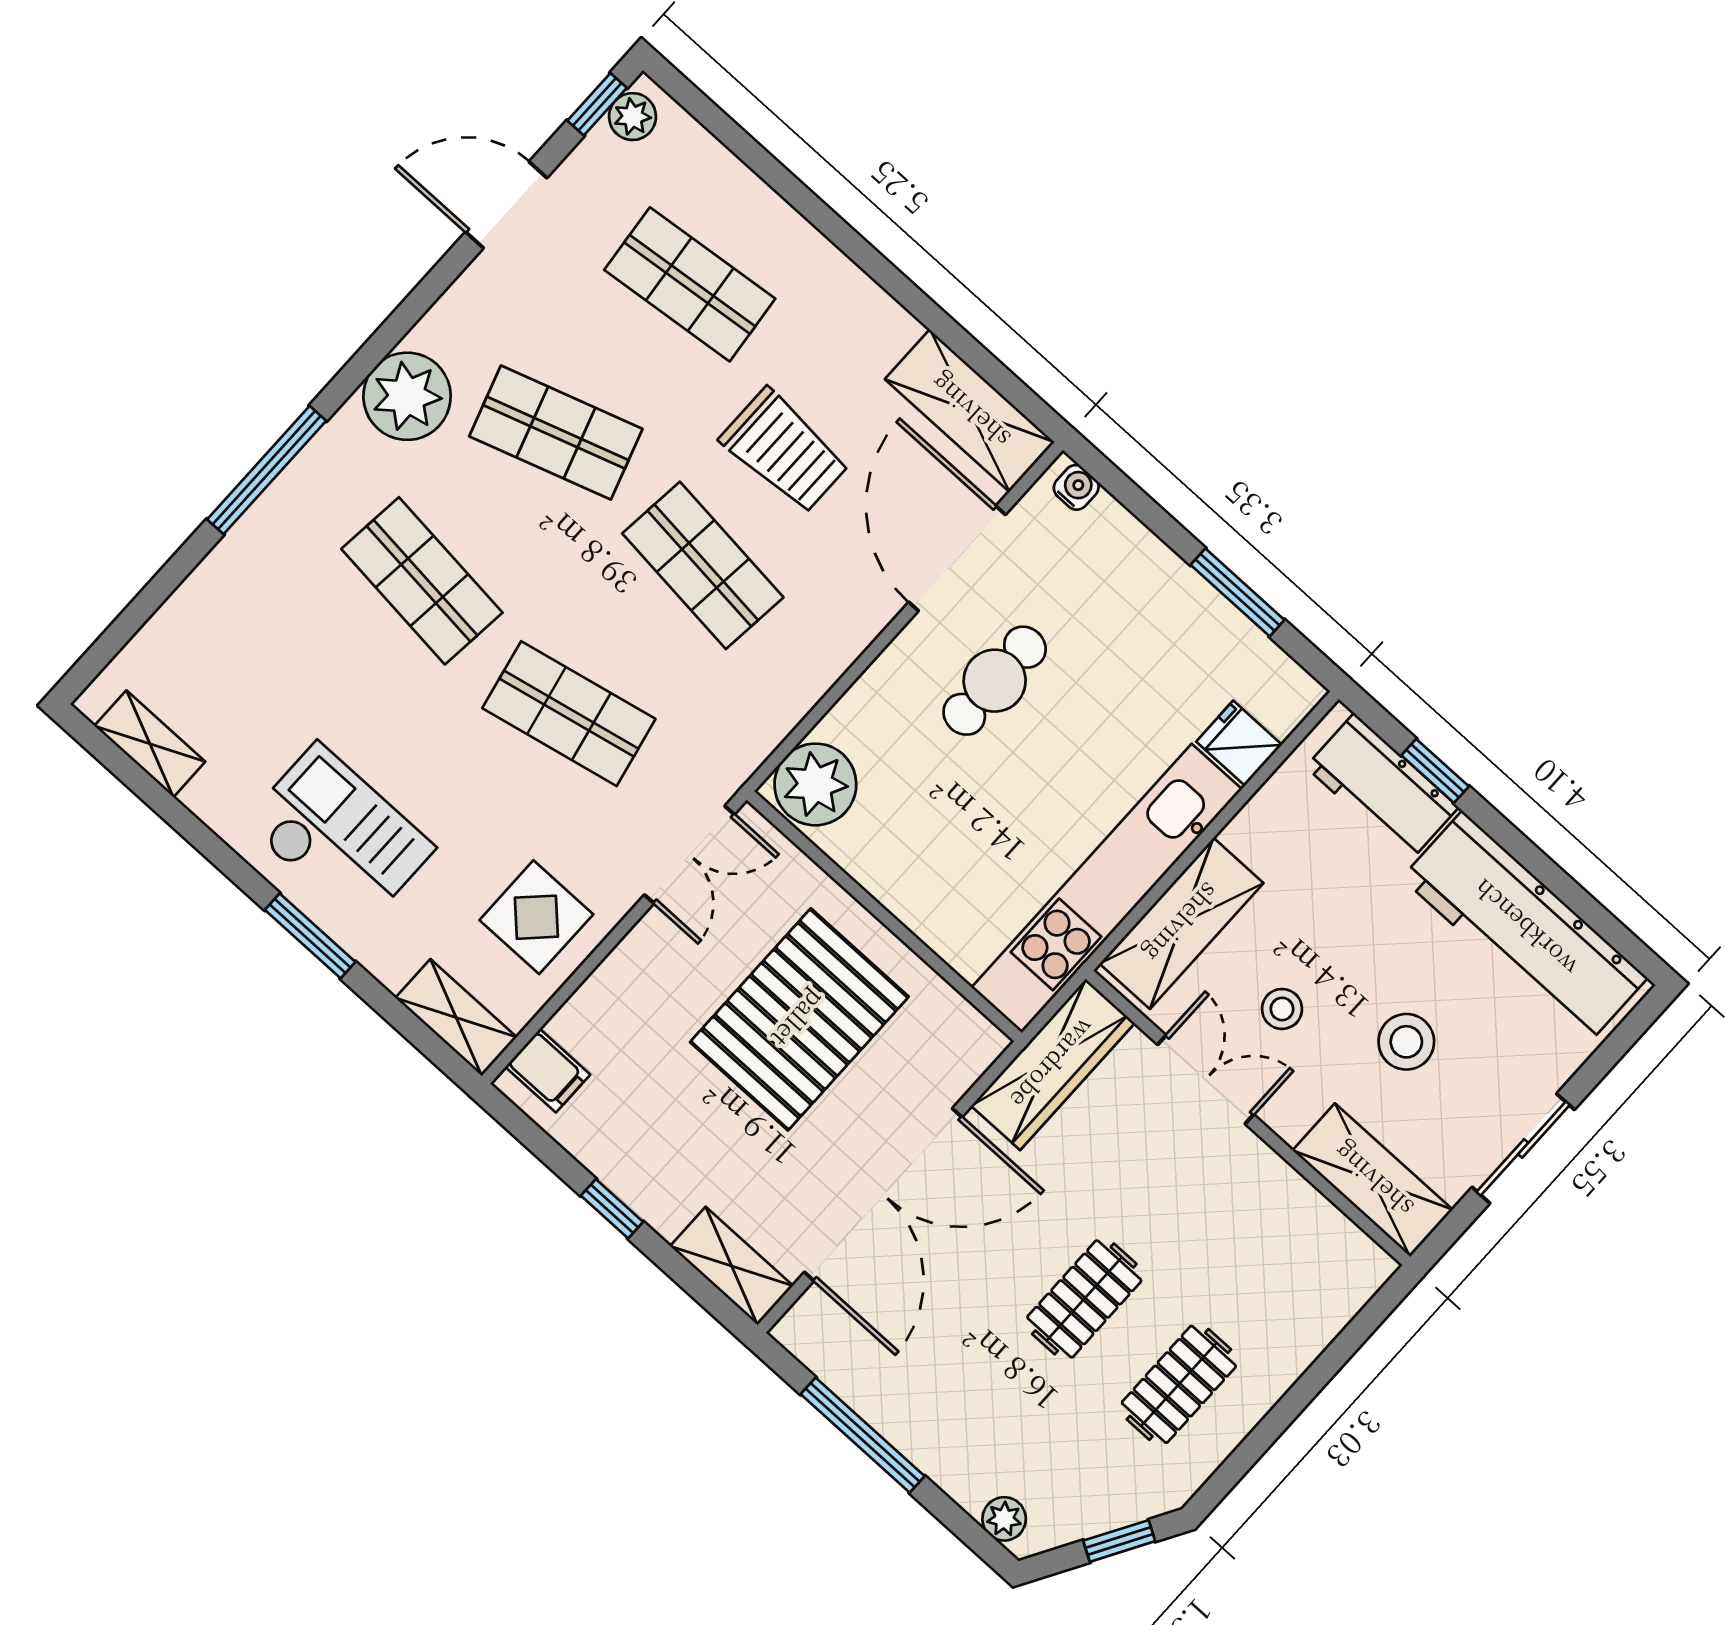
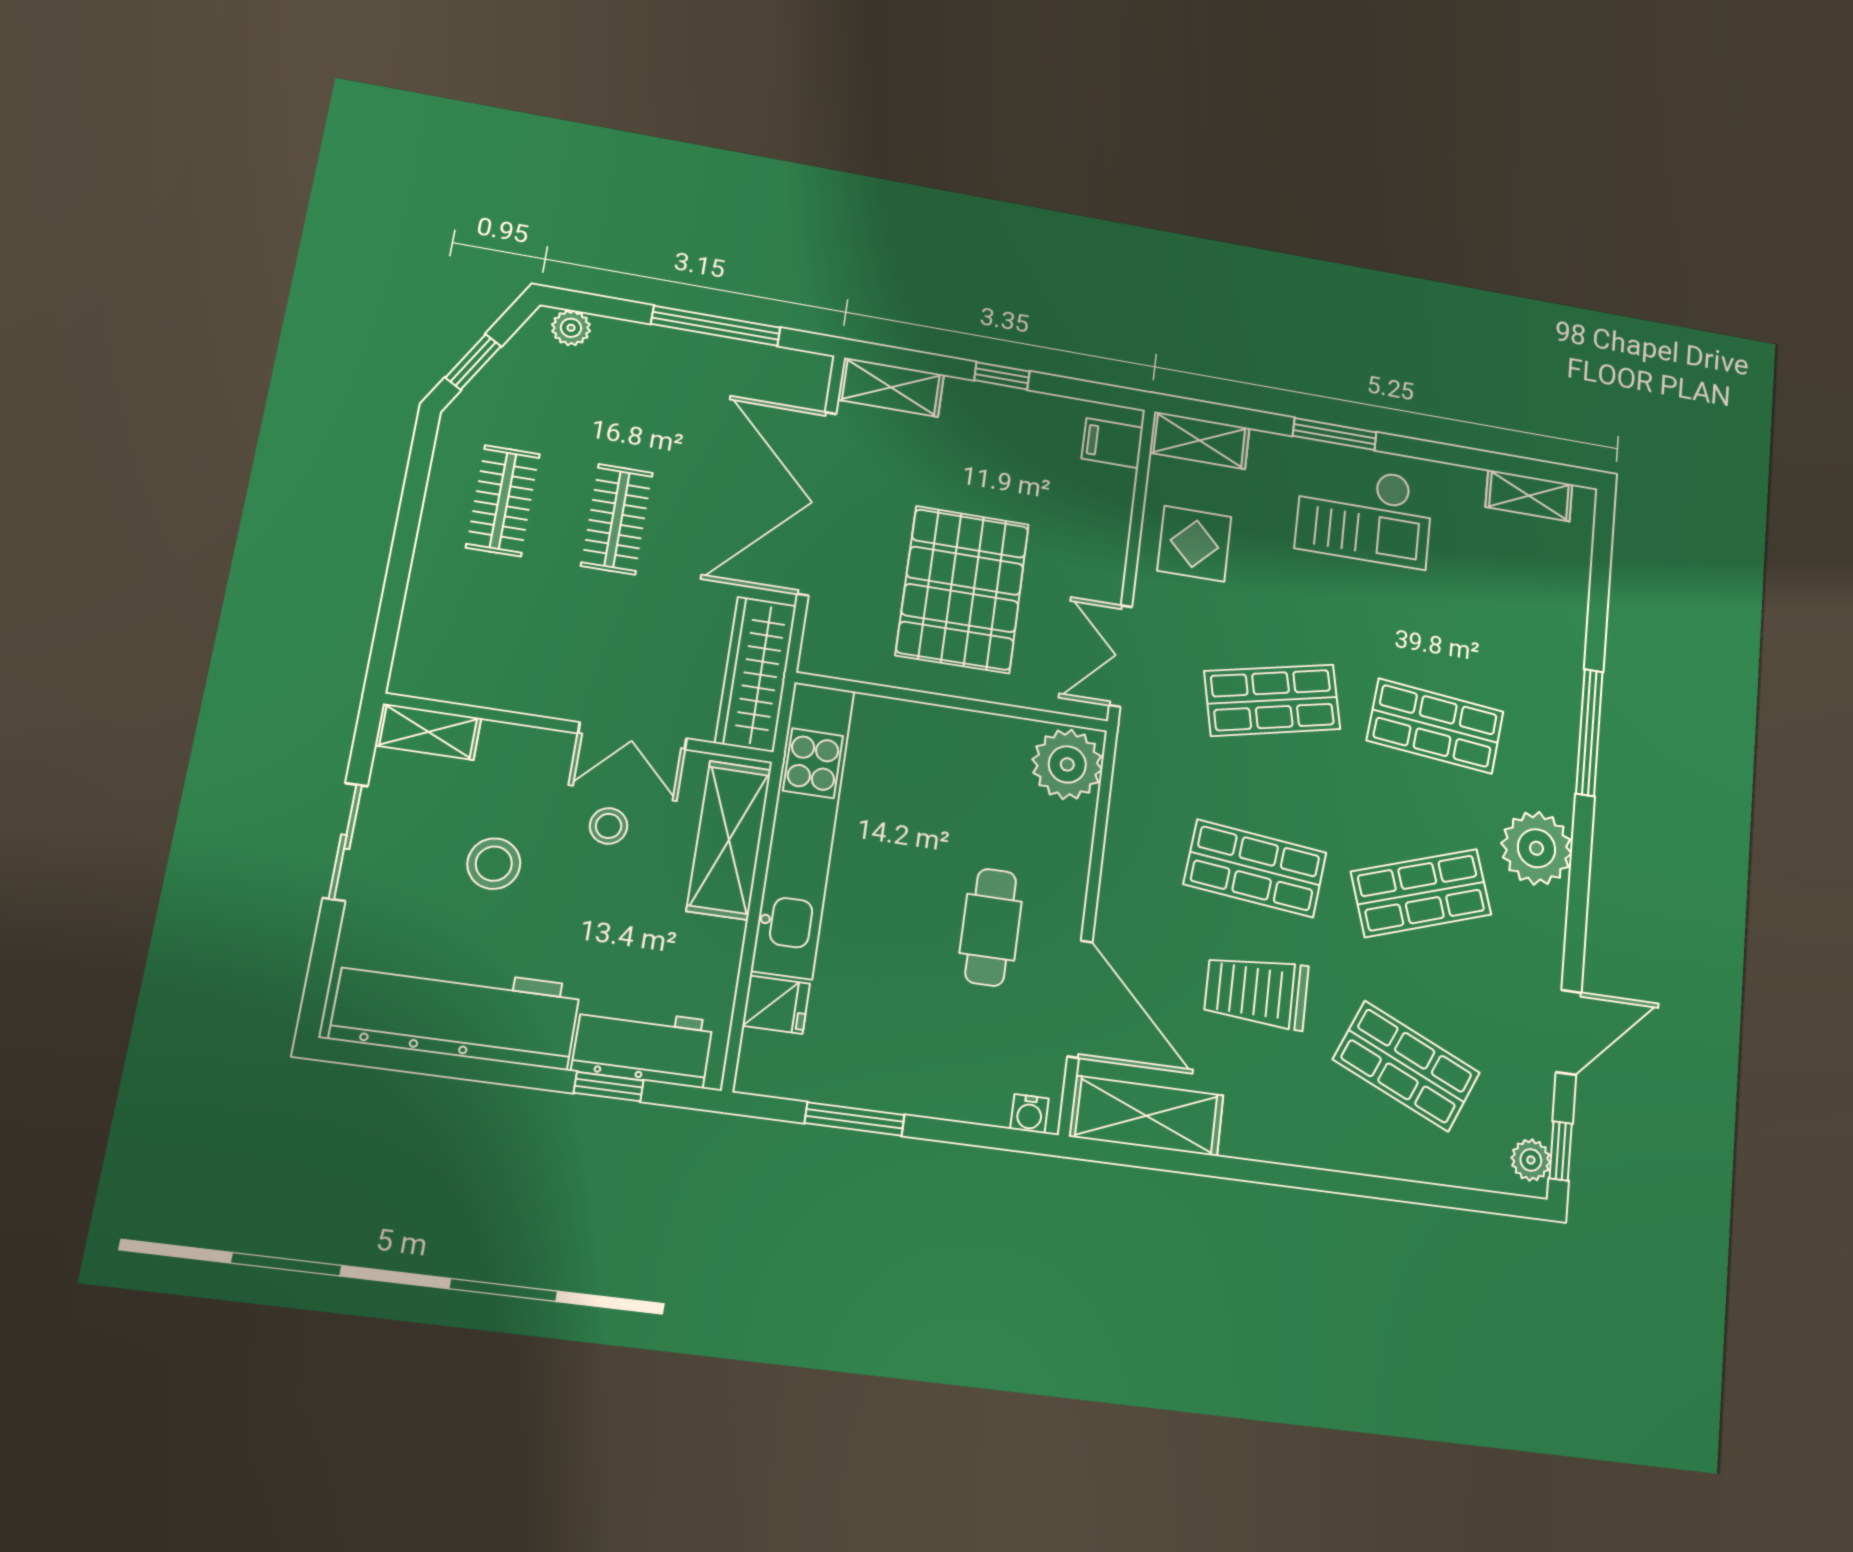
shop shelf: (690, 284) -> (1406, 1066), turned 30
shelving: (1373, 1180) -> (428, 732), width x0.67, depth x0.75

